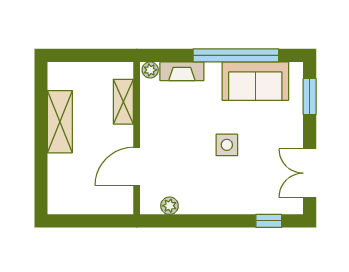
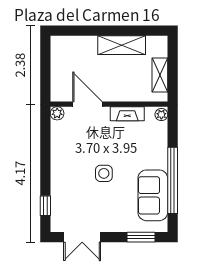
fireplace: (182, 71) -> (127, 114), moved, turned -90
shelving: (123, 102) -> (160, 75), moved, turned 90
double door: (310, 173) -> (82, 237), swing flipped
plant: (169, 206) -> (57, 113), moved

